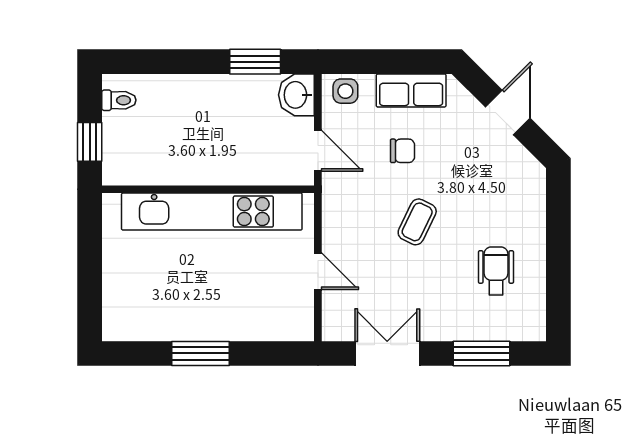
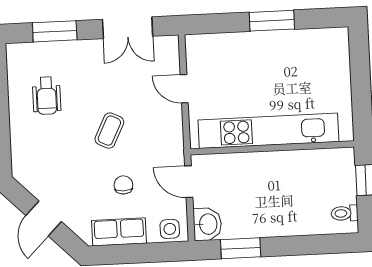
chair: (402, 151) -> (123, 185), turned 90

